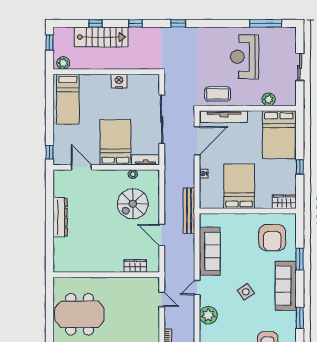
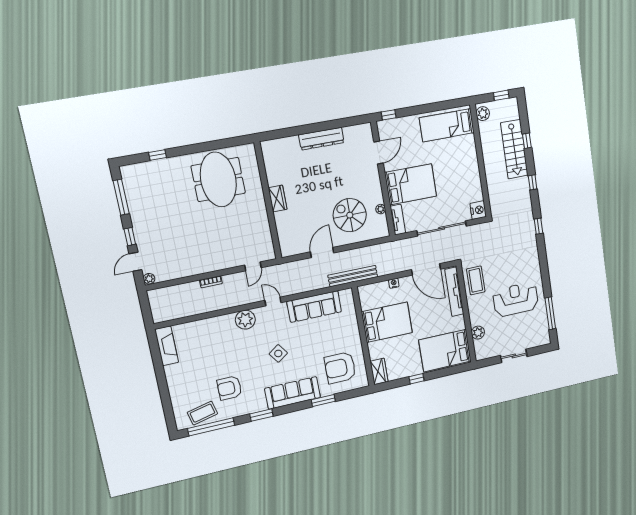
nightstand: (119, 81) -> (478, 210), moved
wardrobe: (135, 266) -> (278, 198), moved

